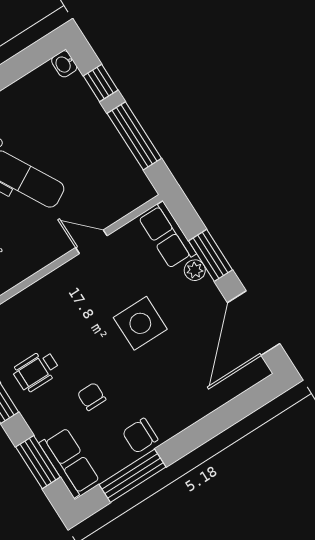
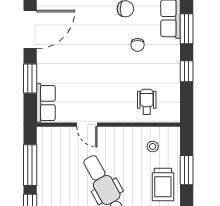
plant: (195, 270) -> (43, 76), removed
side table: (140, 323) -> (88, 67), removed
wheelchair: (36, 371) -> (147, 102), moved, turned -90

